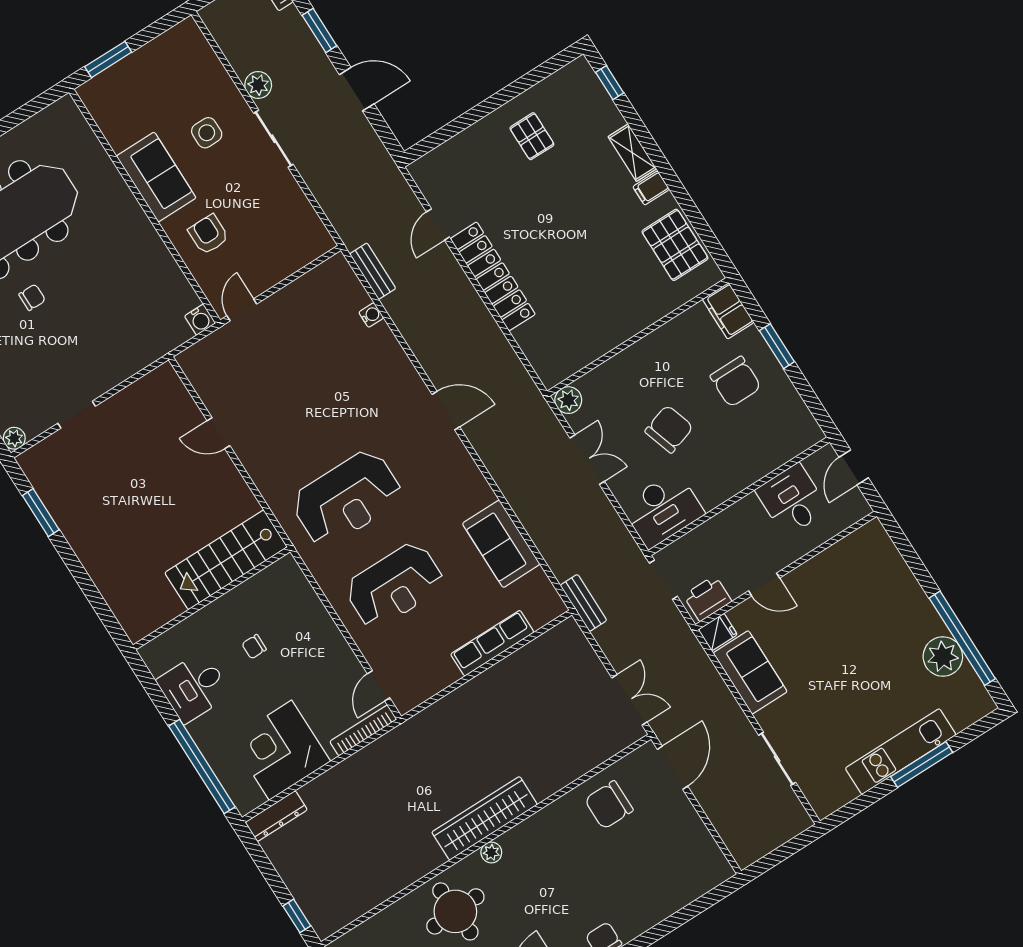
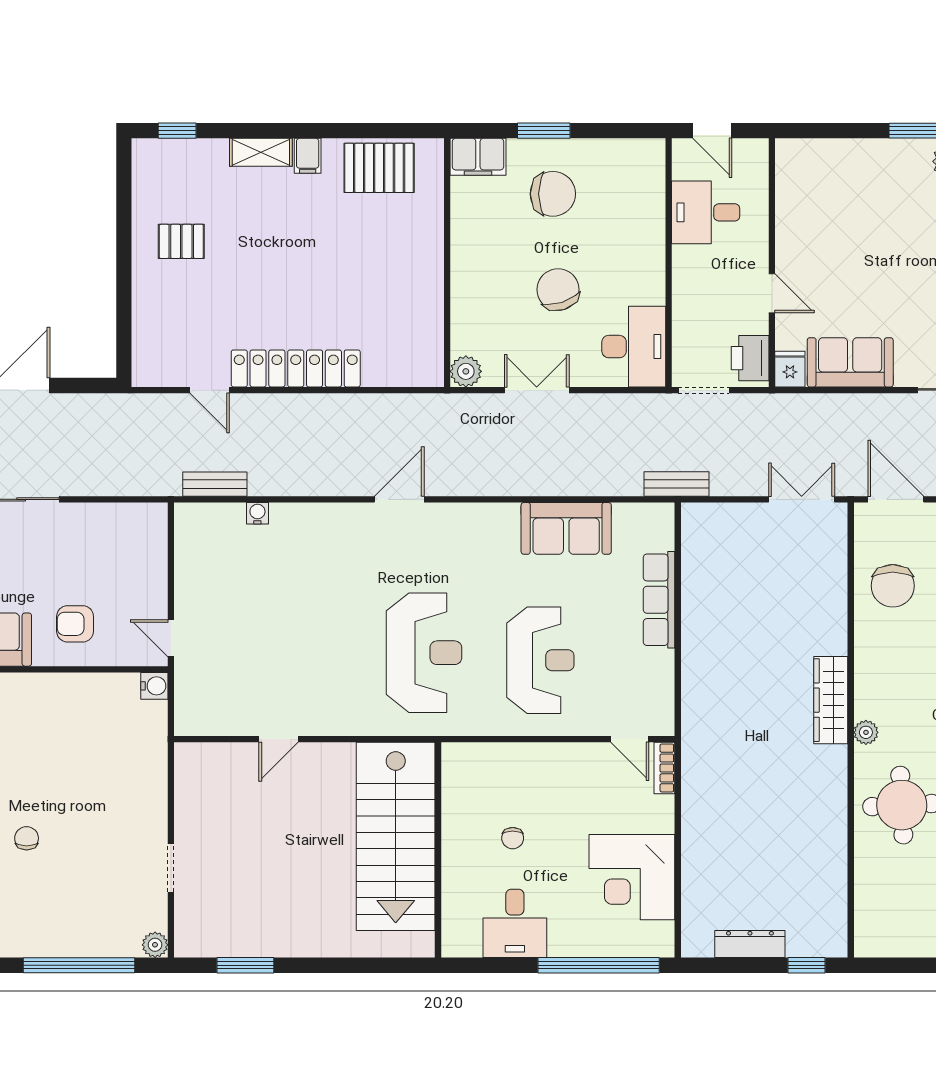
stairs: (226, 560) -> (396, 836), width x1.36, depth x1.51
door: (764, 584) -> (772, 293), hinge flipped
bookcase: (363, 730) -> (664, 768), width x0.64
dresser: (276, 816) -> (750, 944), moved, turned -90
wardrobe: (485, 818) -> (831, 700), width x0.71, depth x0.85

